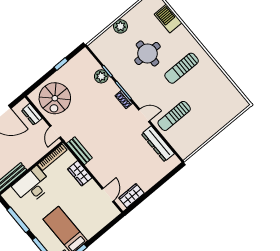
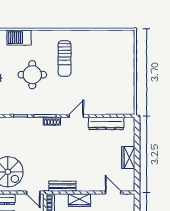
plant: (101, 76) -> (21, 124), removed
sun lounger: (174, 116) -> (95, 94), removed
wardrobe: (131, 196) -> (128, 158), moved

